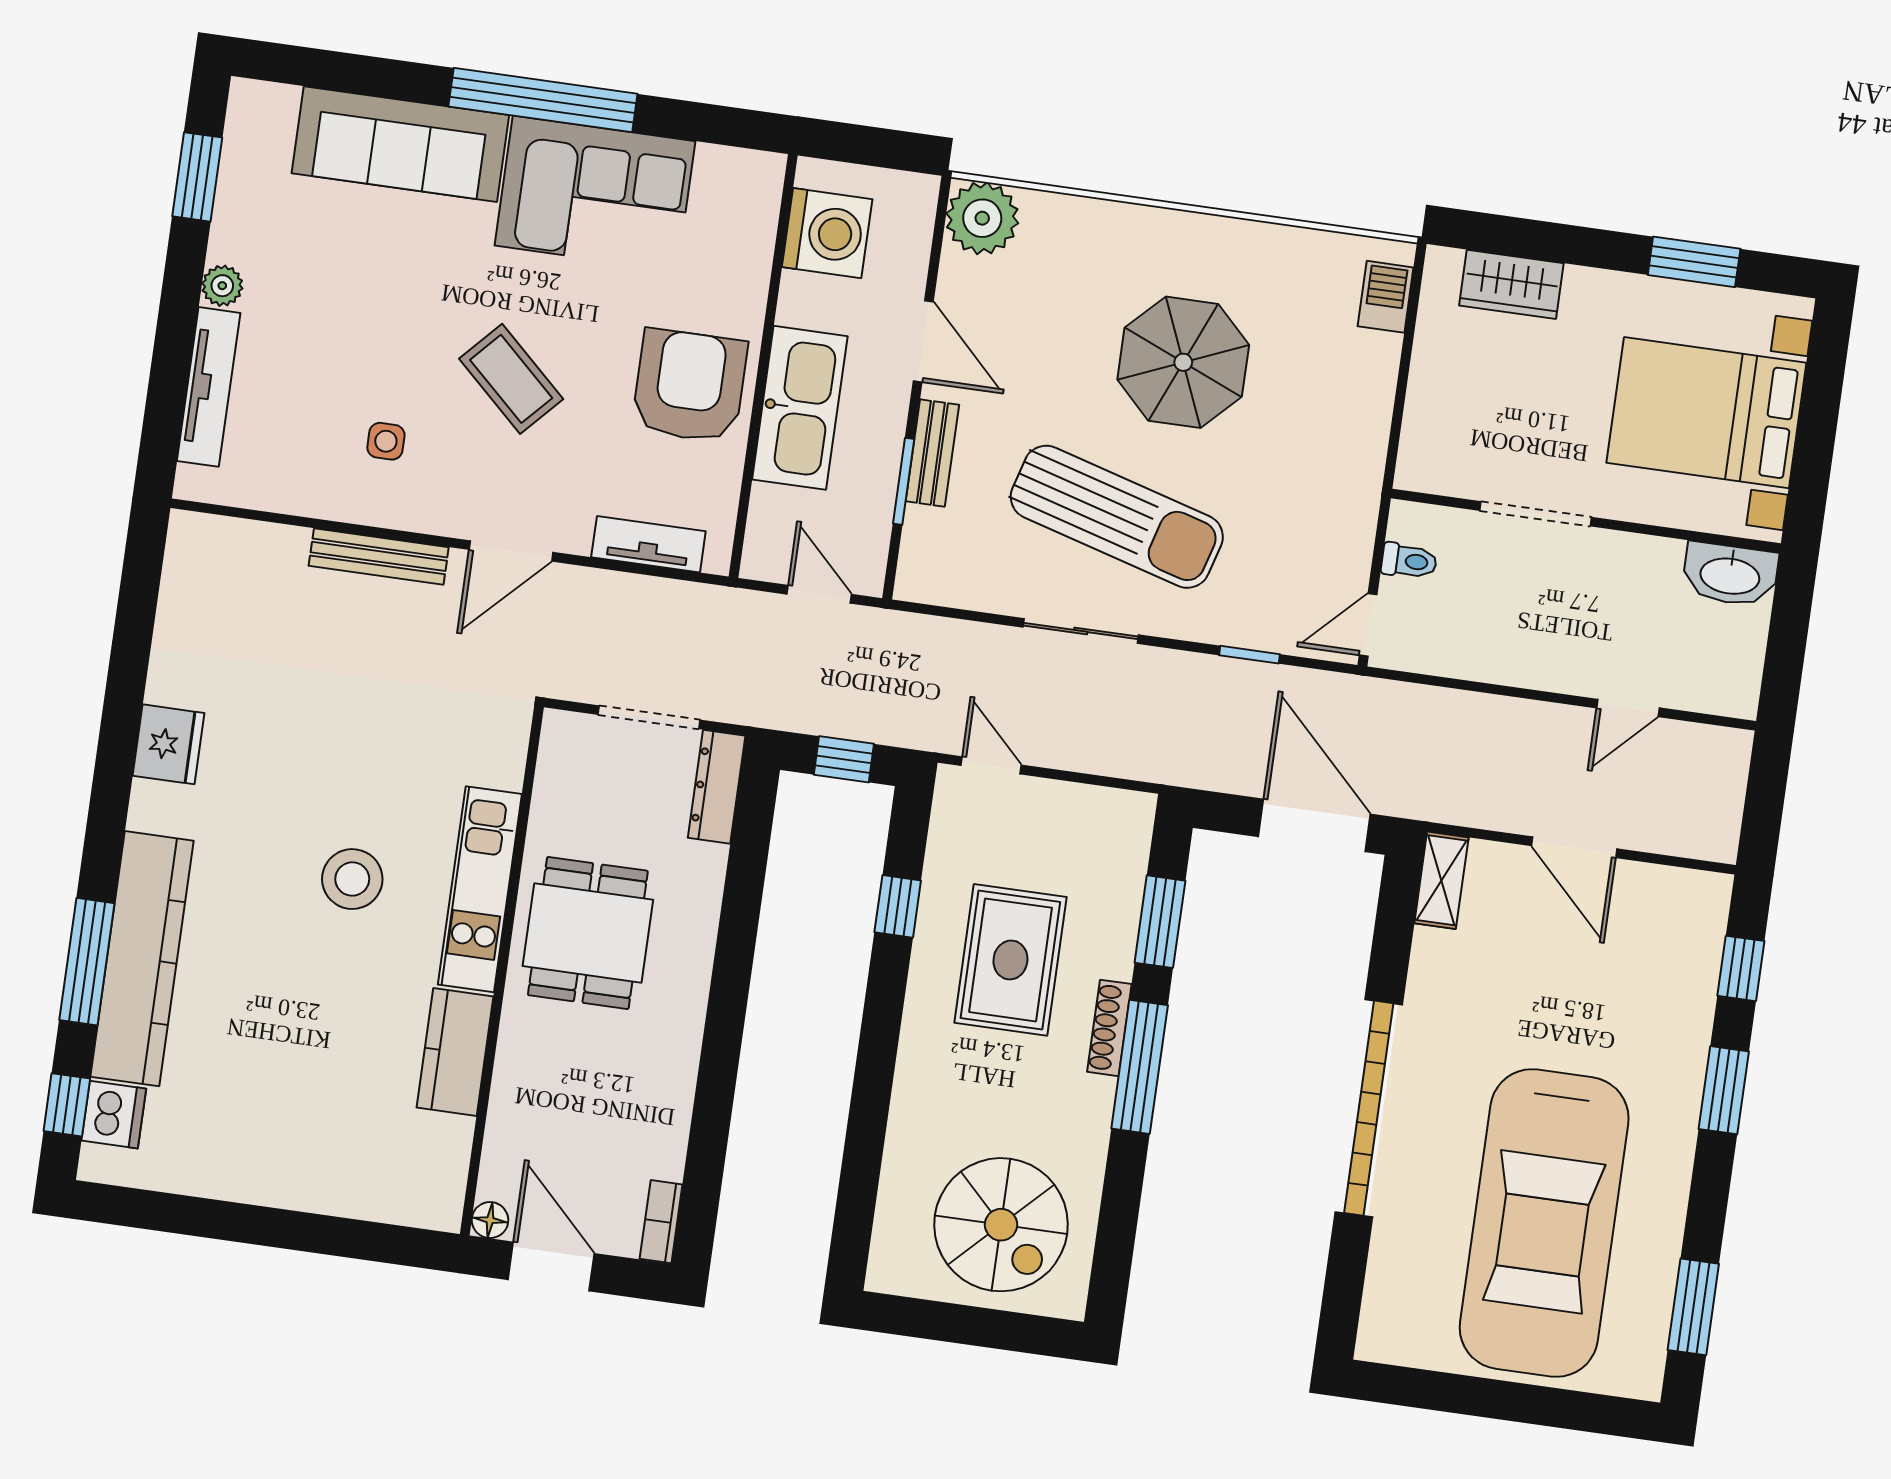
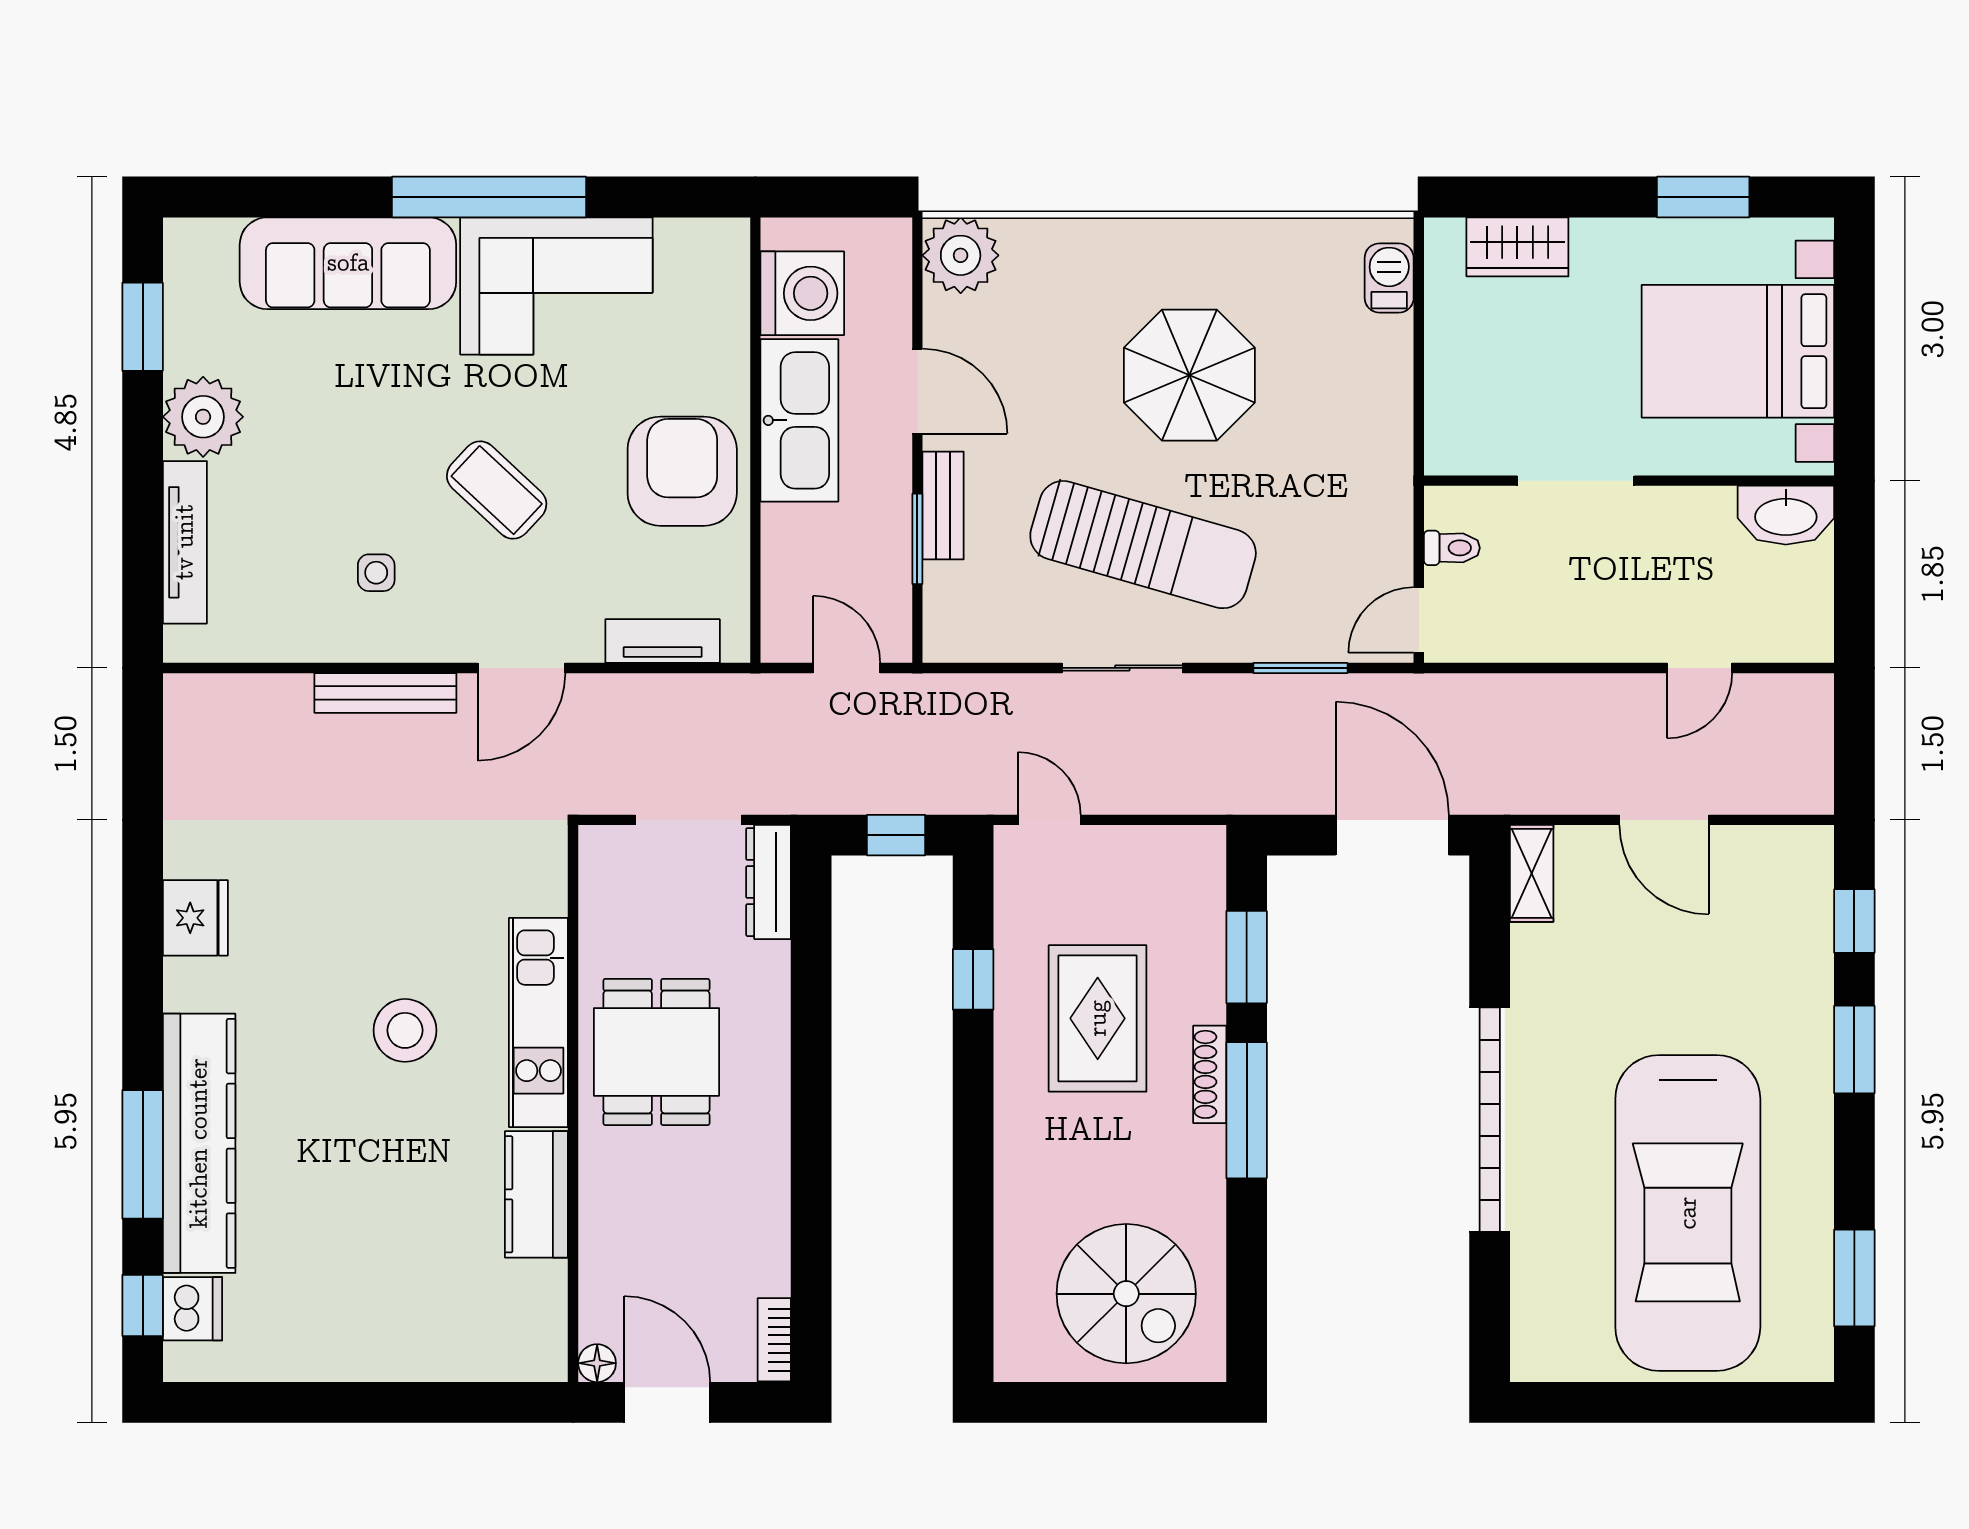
plant: (222, 286) -> (203, 417), width x1.88, depth x1.88
kitchen sink: (800, 408) -> (799, 420), moved
window: (1249, 655) -> (1300, 668), width x1.50

